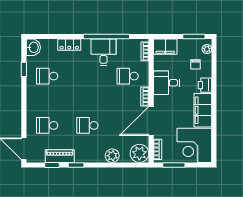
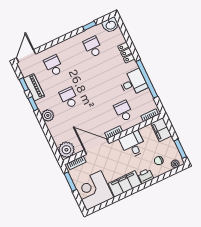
plant: (112, 156) -> (48, 115), moved

